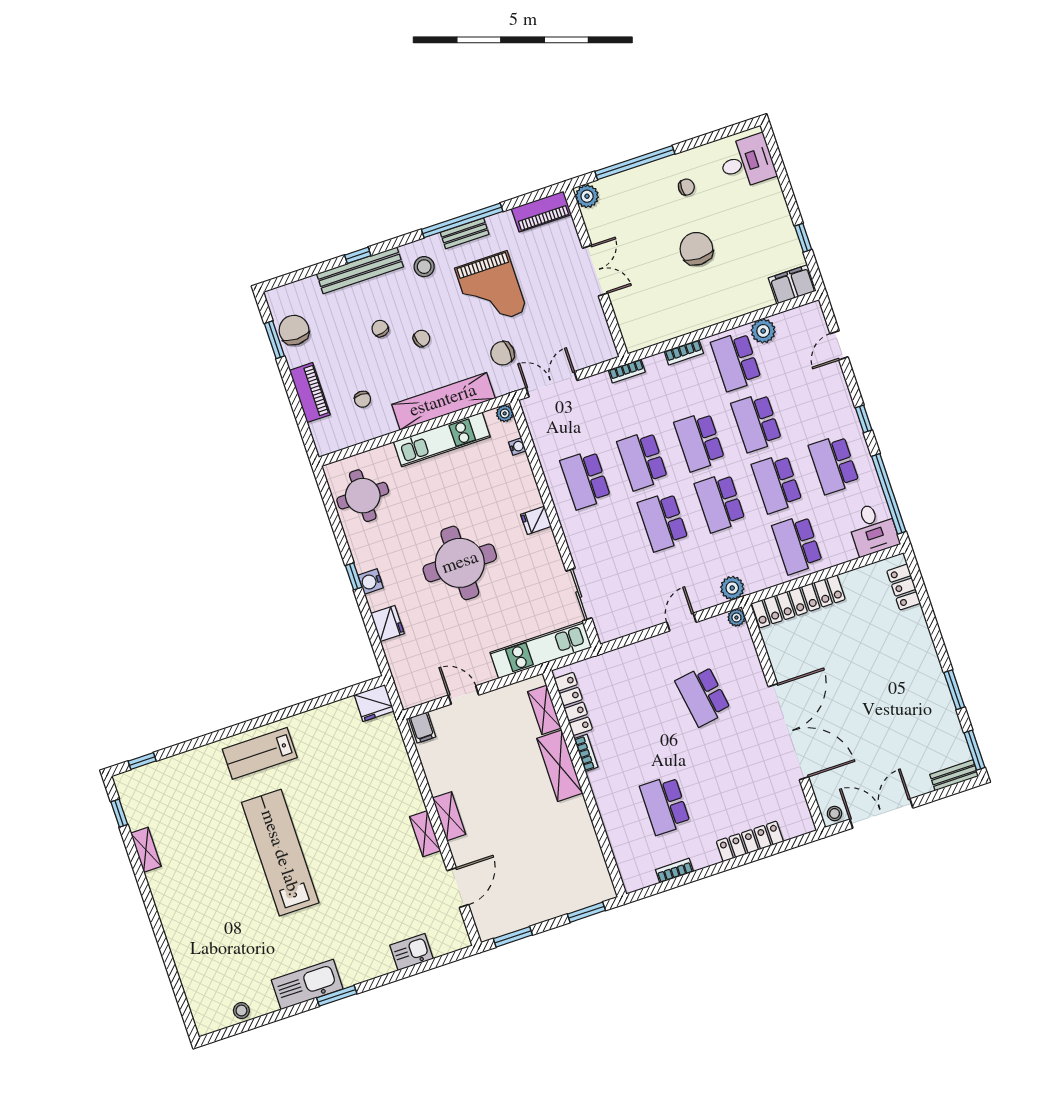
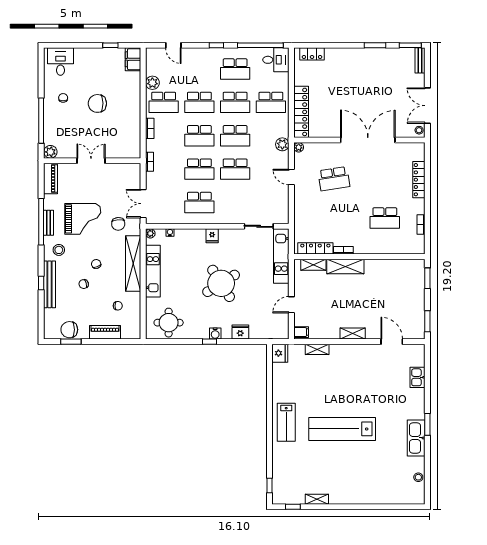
round table: (460, 563) -> (221, 283), turned -32
shelving: (425, 834) -> (317, 349), moved

